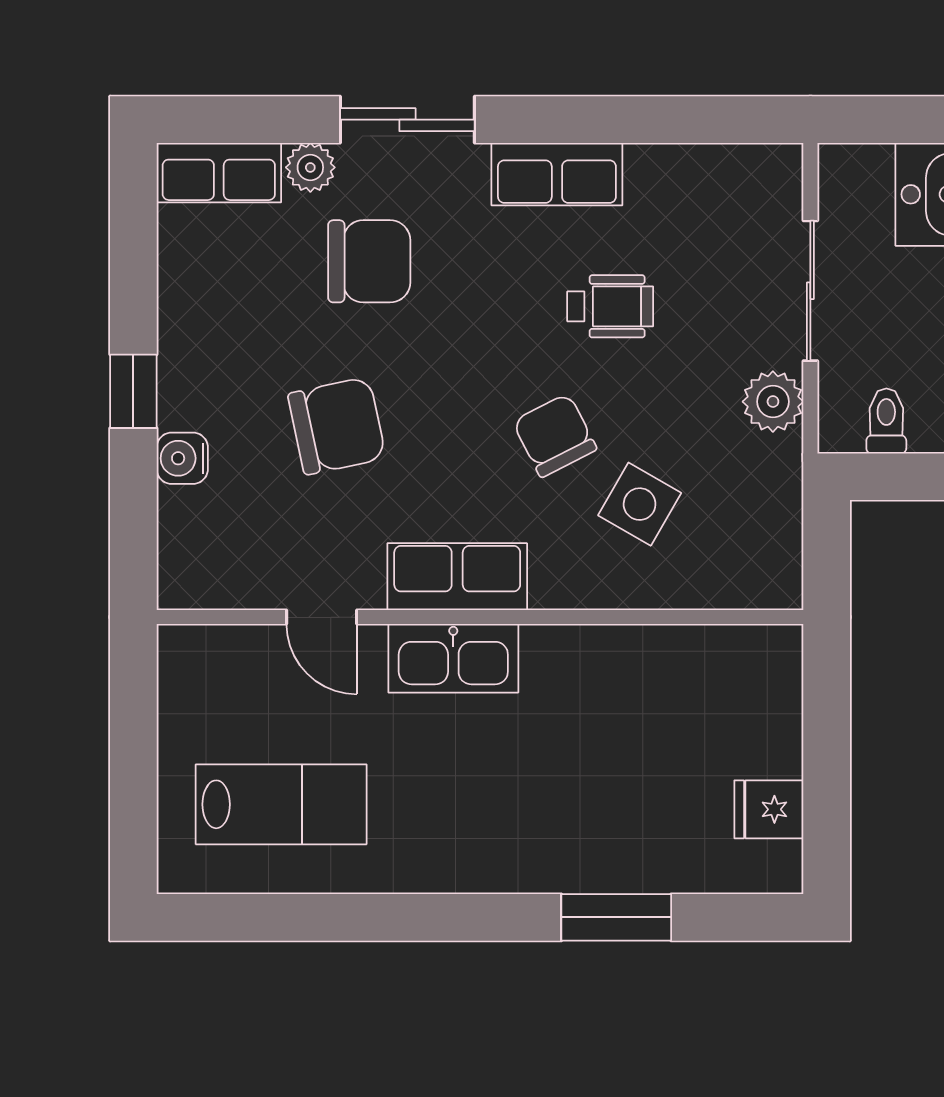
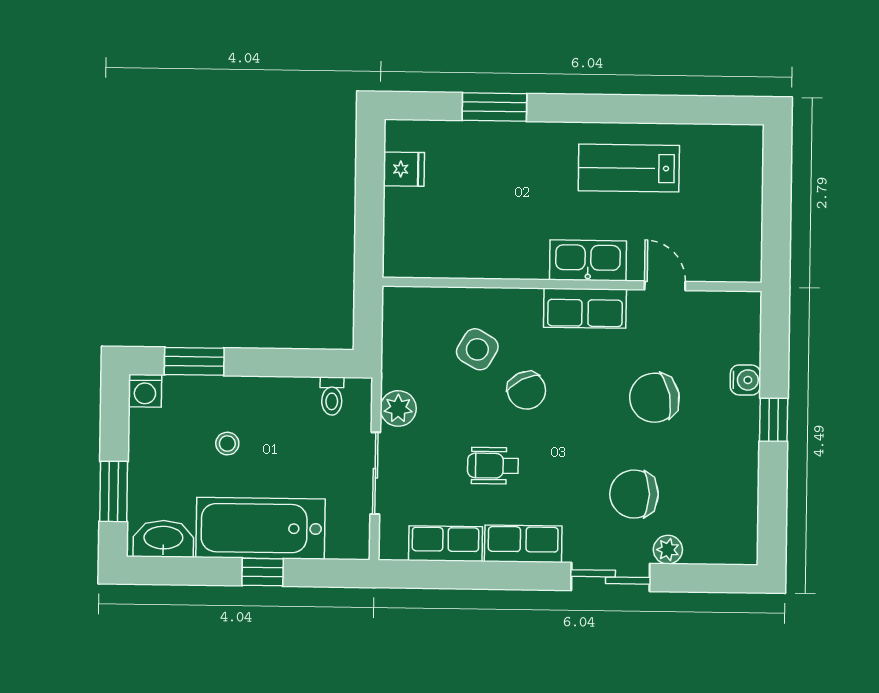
row of seats: (219, 173) -> (445, 544), moved
lab bench: (281, 804) -> (629, 168), moved

